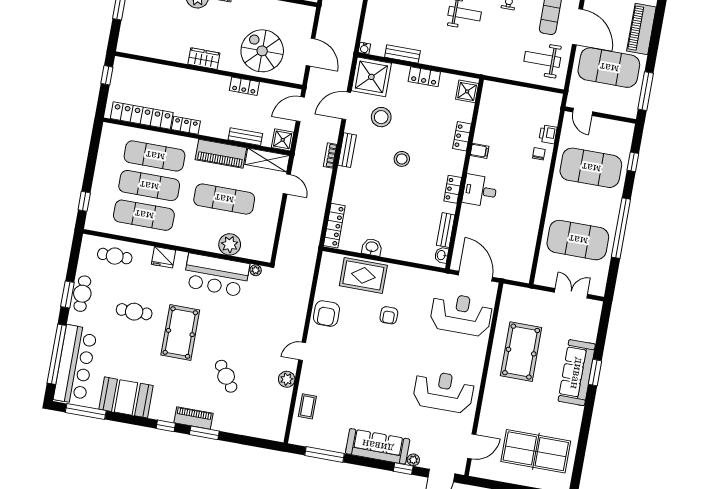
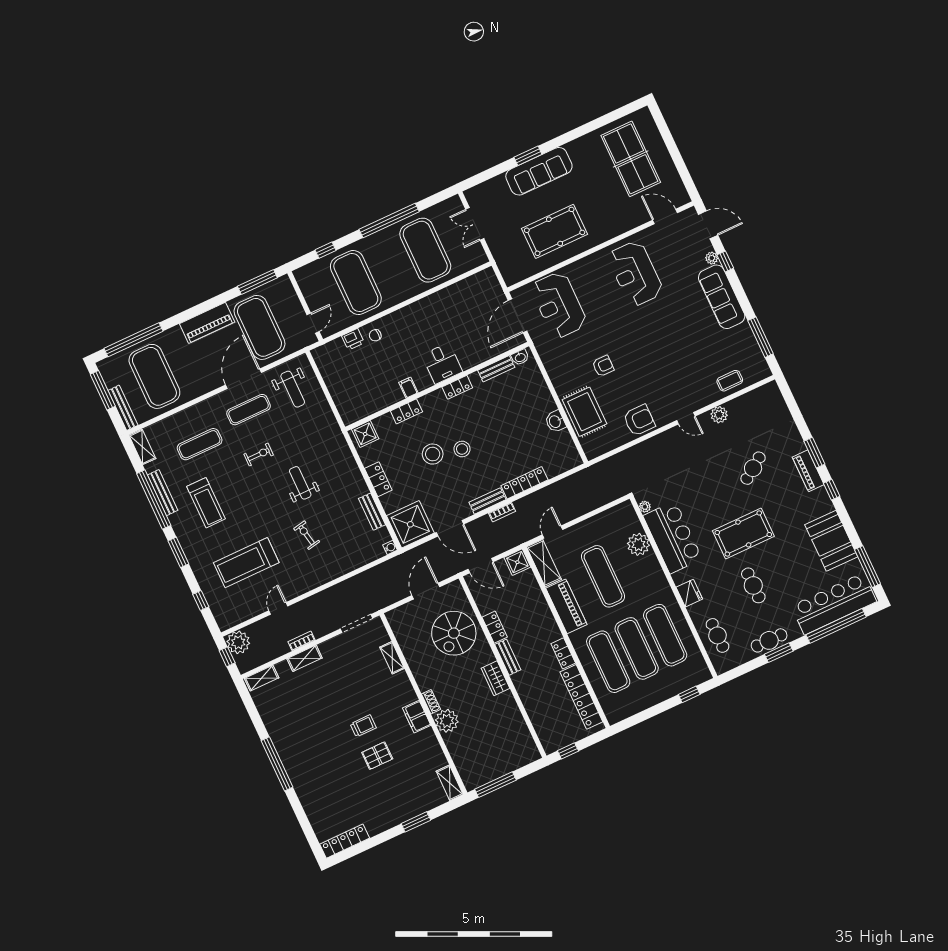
stool: (381, 117) -> (433, 454), moved
bench: (245, 137) -> (508, 657), moved
locker: (334, 226) -> (524, 483), moved

